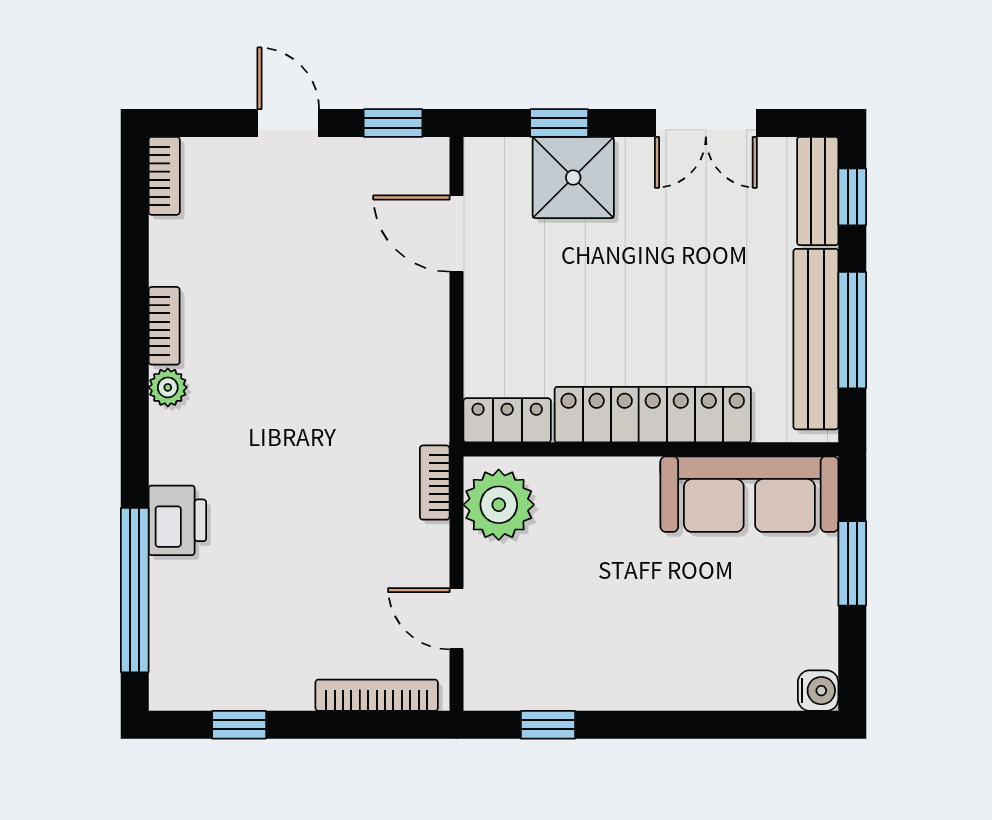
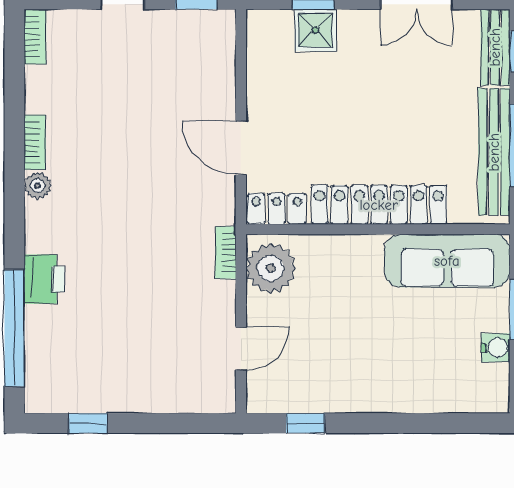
shower: (573, 177) -> (315, 30), width x0.73, depth x0.73
door: (456, 234) -> (241, 148), moved
door: (456, 619) -> (241, 349), swing flipped
water cooler: (818, 691) -> (495, 348), moved
bookcase: (377, 695) -> (185, 402), removed

